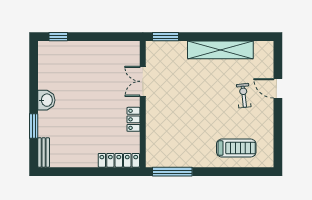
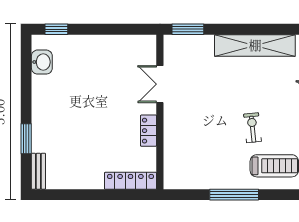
exercise bike: (244, 96) -> (252, 128), moved
washbasin: (46, 100) -> (42, 62), moved
window: (172, 172) -> (234, 195), moved

